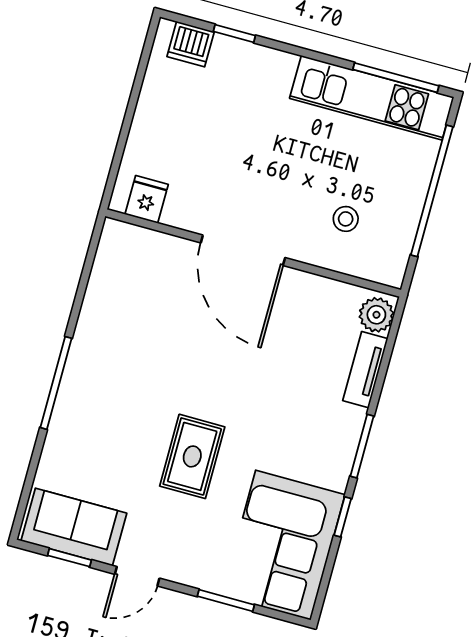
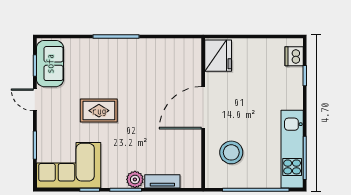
fridge: (147, 199) -> (218, 56), width x1.88, depth x1.34
stool: (346, 219) -> (231, 152), width x1.89, depth x1.89
plant: (376, 315) -> (135, 179), moved

